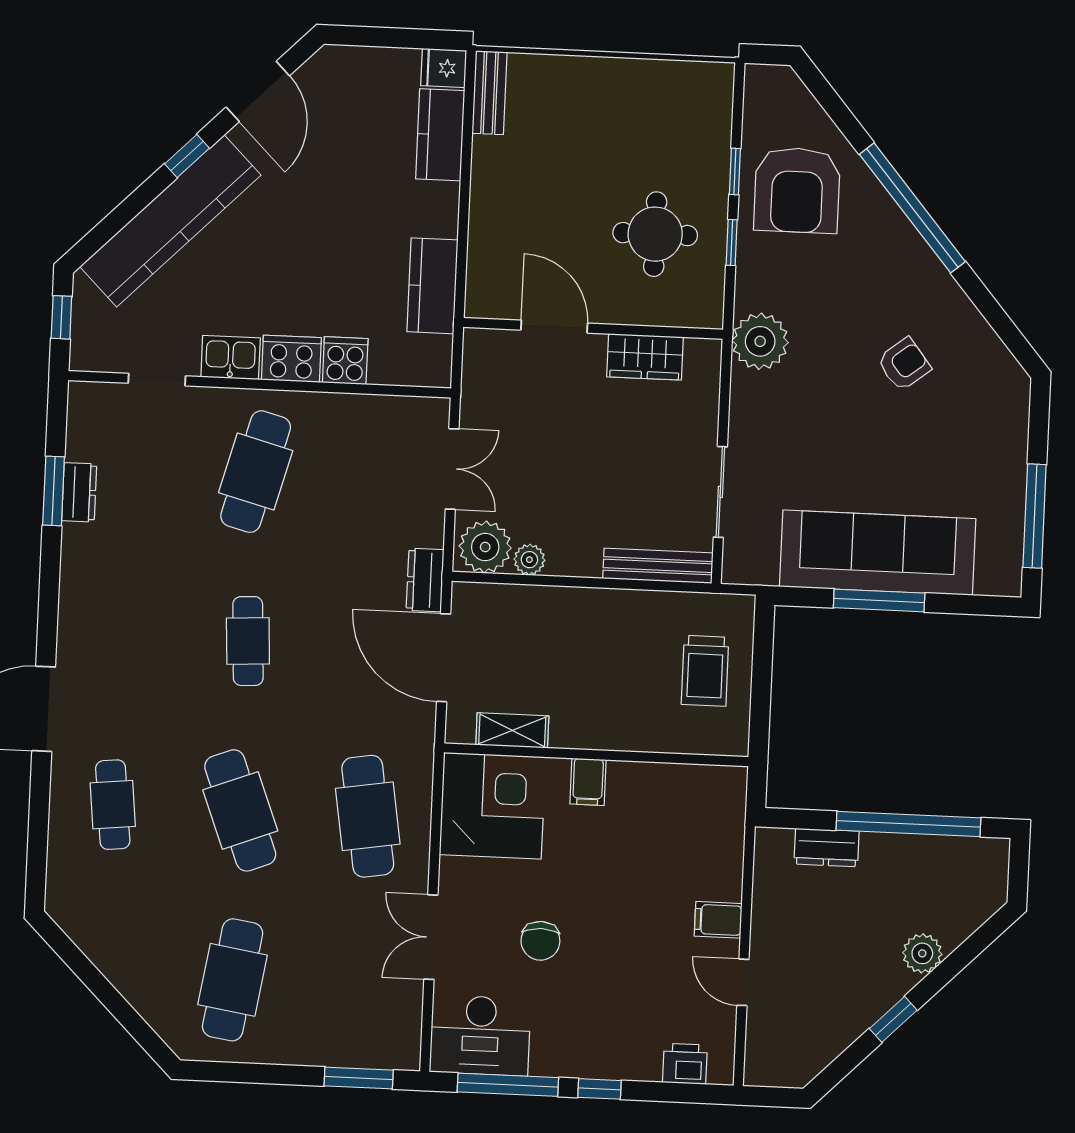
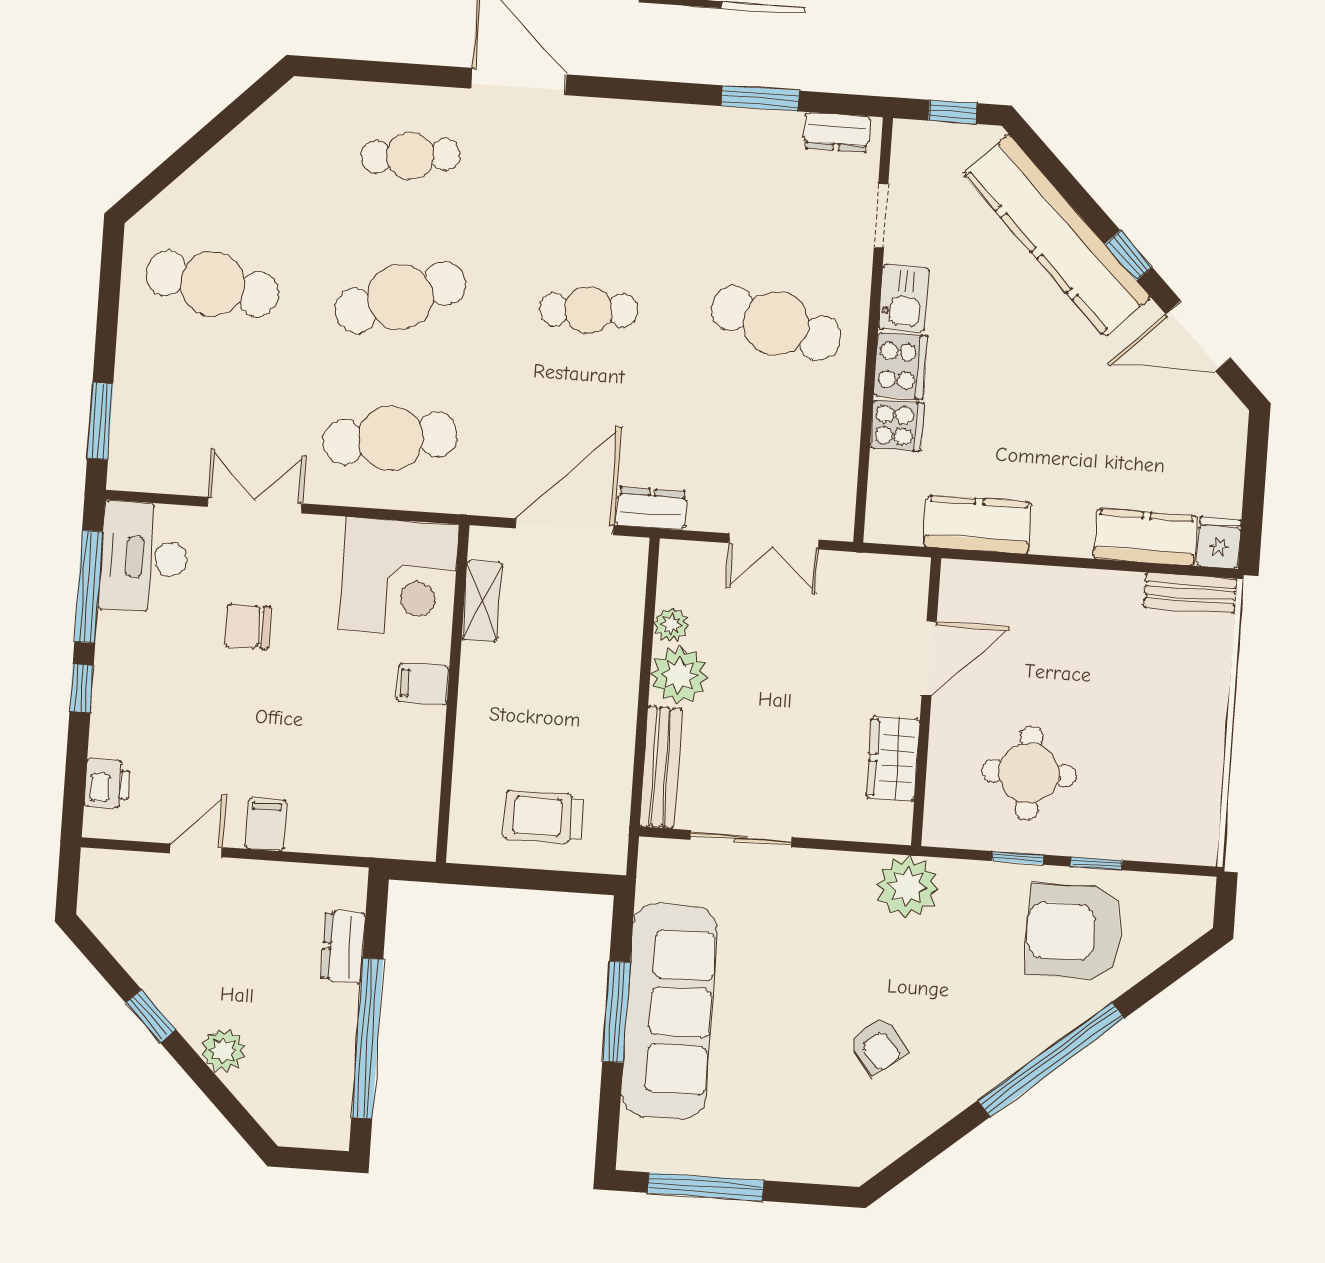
dresser: (79, 492) -> (837, 132), moved
plant: (485, 547) -> (679, 675), moved

